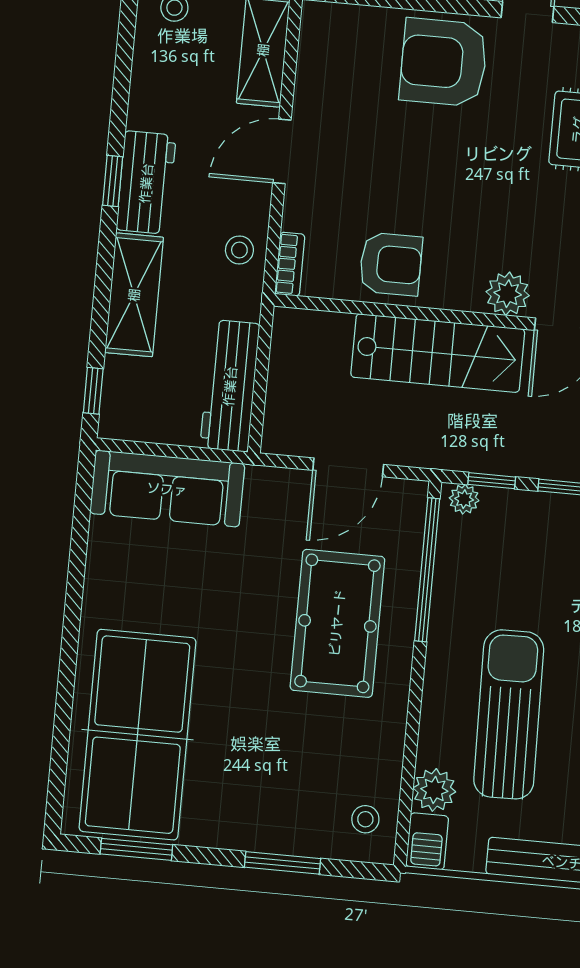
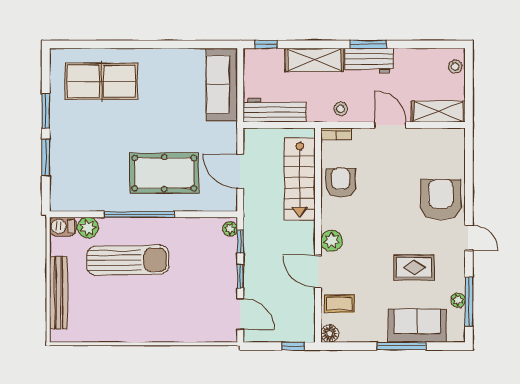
window: (113, 181) -> (368, 44), width x1.50
armchair: (391, 264) -> (341, 183), turned 180
stairs: (438, 353) -> (300, 179), moved
window: (427, 570) -> (139, 214), moved
table tennis table: (138, 735) -> (101, 81), width x0.73, depth x0.76
stool: (365, 819) -> (71, 195), removed
window: (136, 849) -> (46, 111), moved

